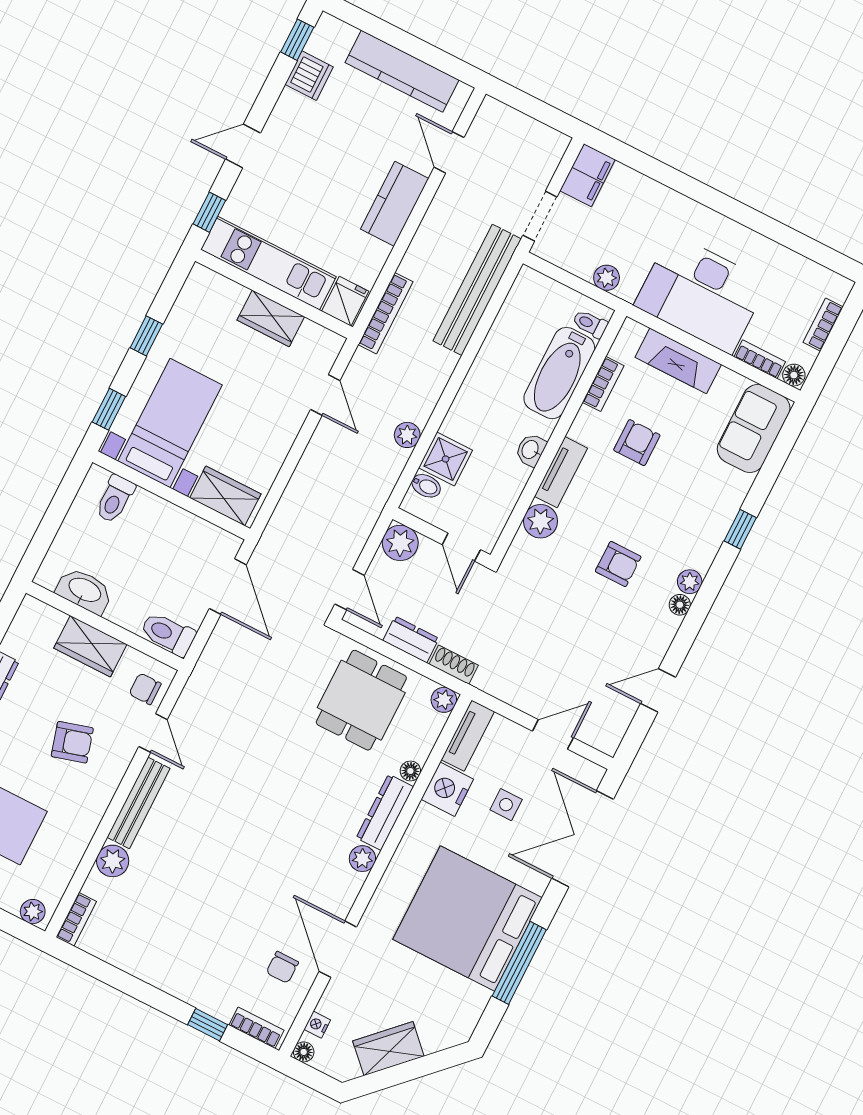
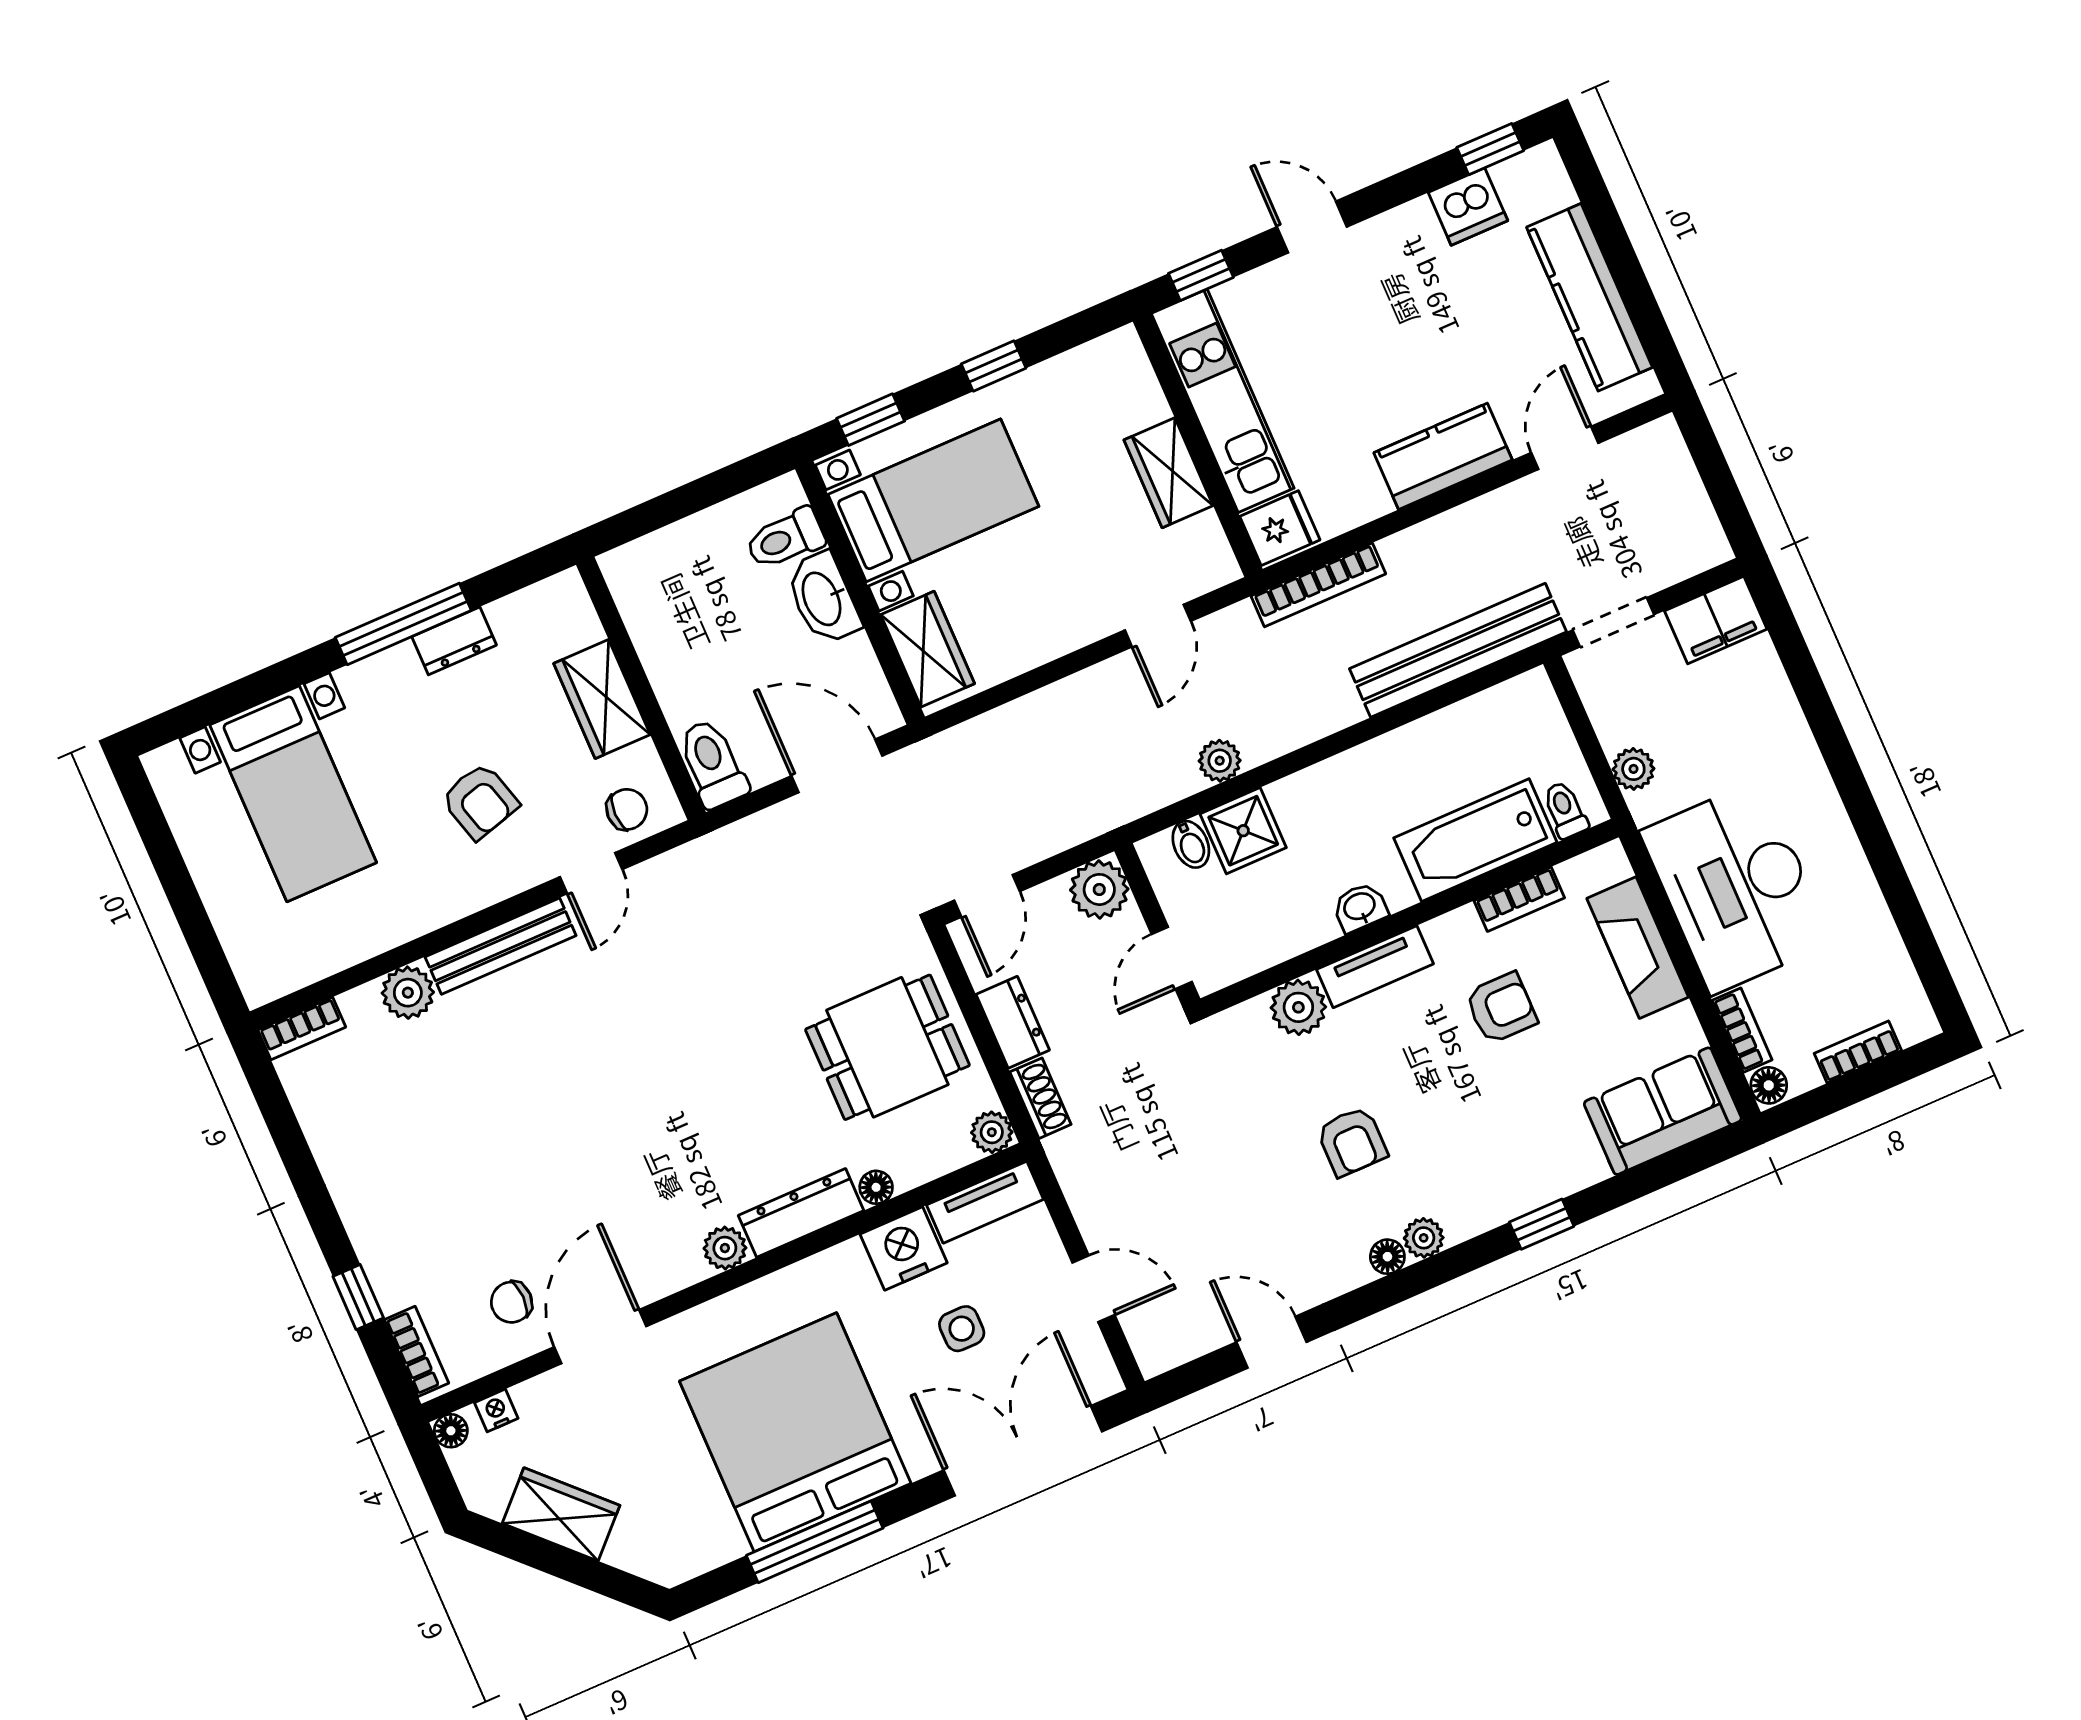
door: (228, 587) -> (837, 766), swing flipped
washbasin: (84, 591) -> (823, 598), moved, turned 180
chair: (145, 689) -> (627, 809), turned 90
plant: (33, 912) -> (255, 974), removed

